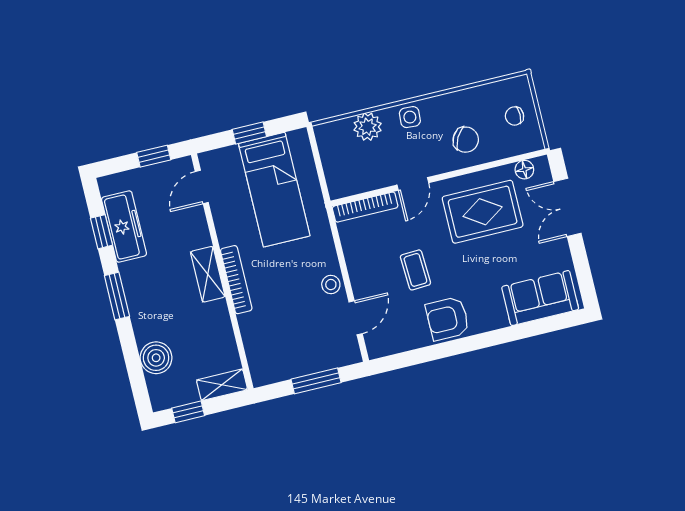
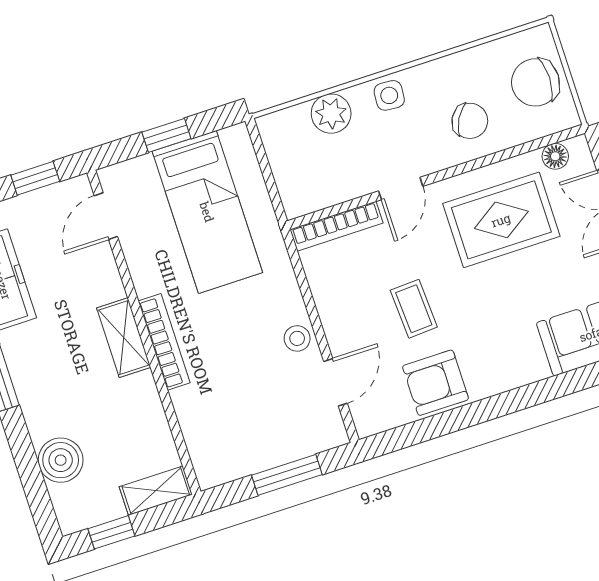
chair: (514, 116) -> (535, 82), width x1.87, depth x1.87
armchair: (448, 319) -> (436, 383), moved

